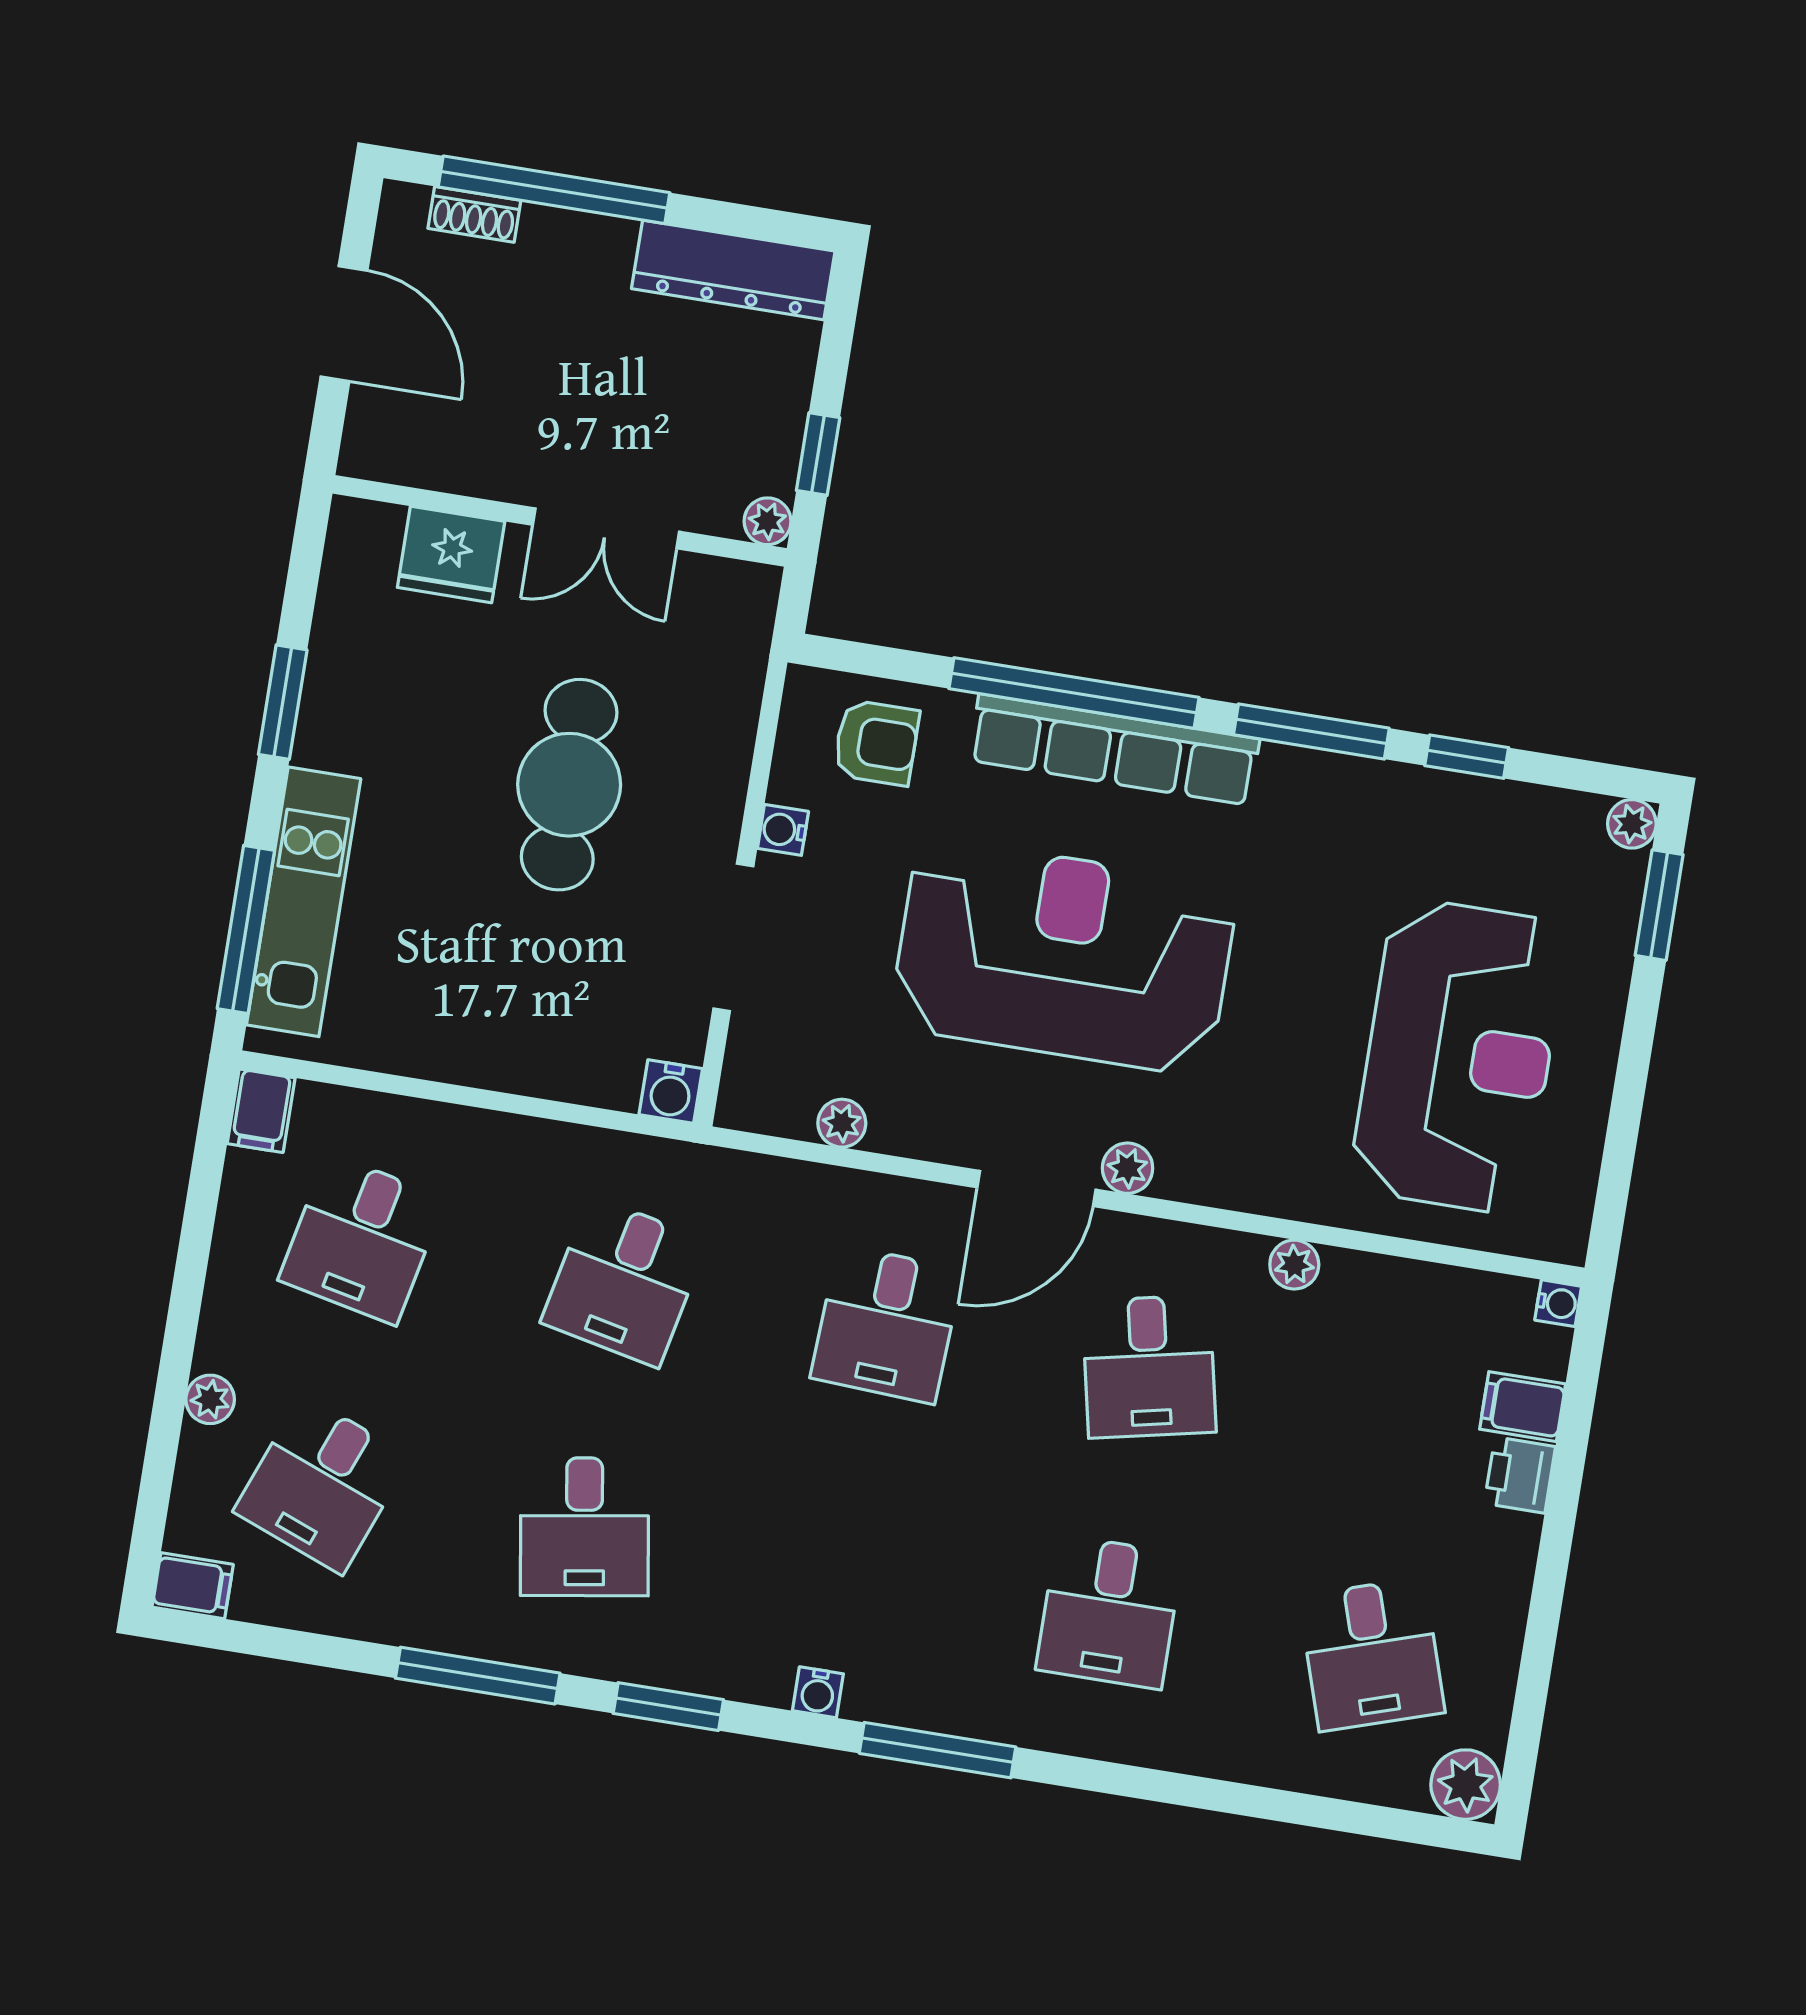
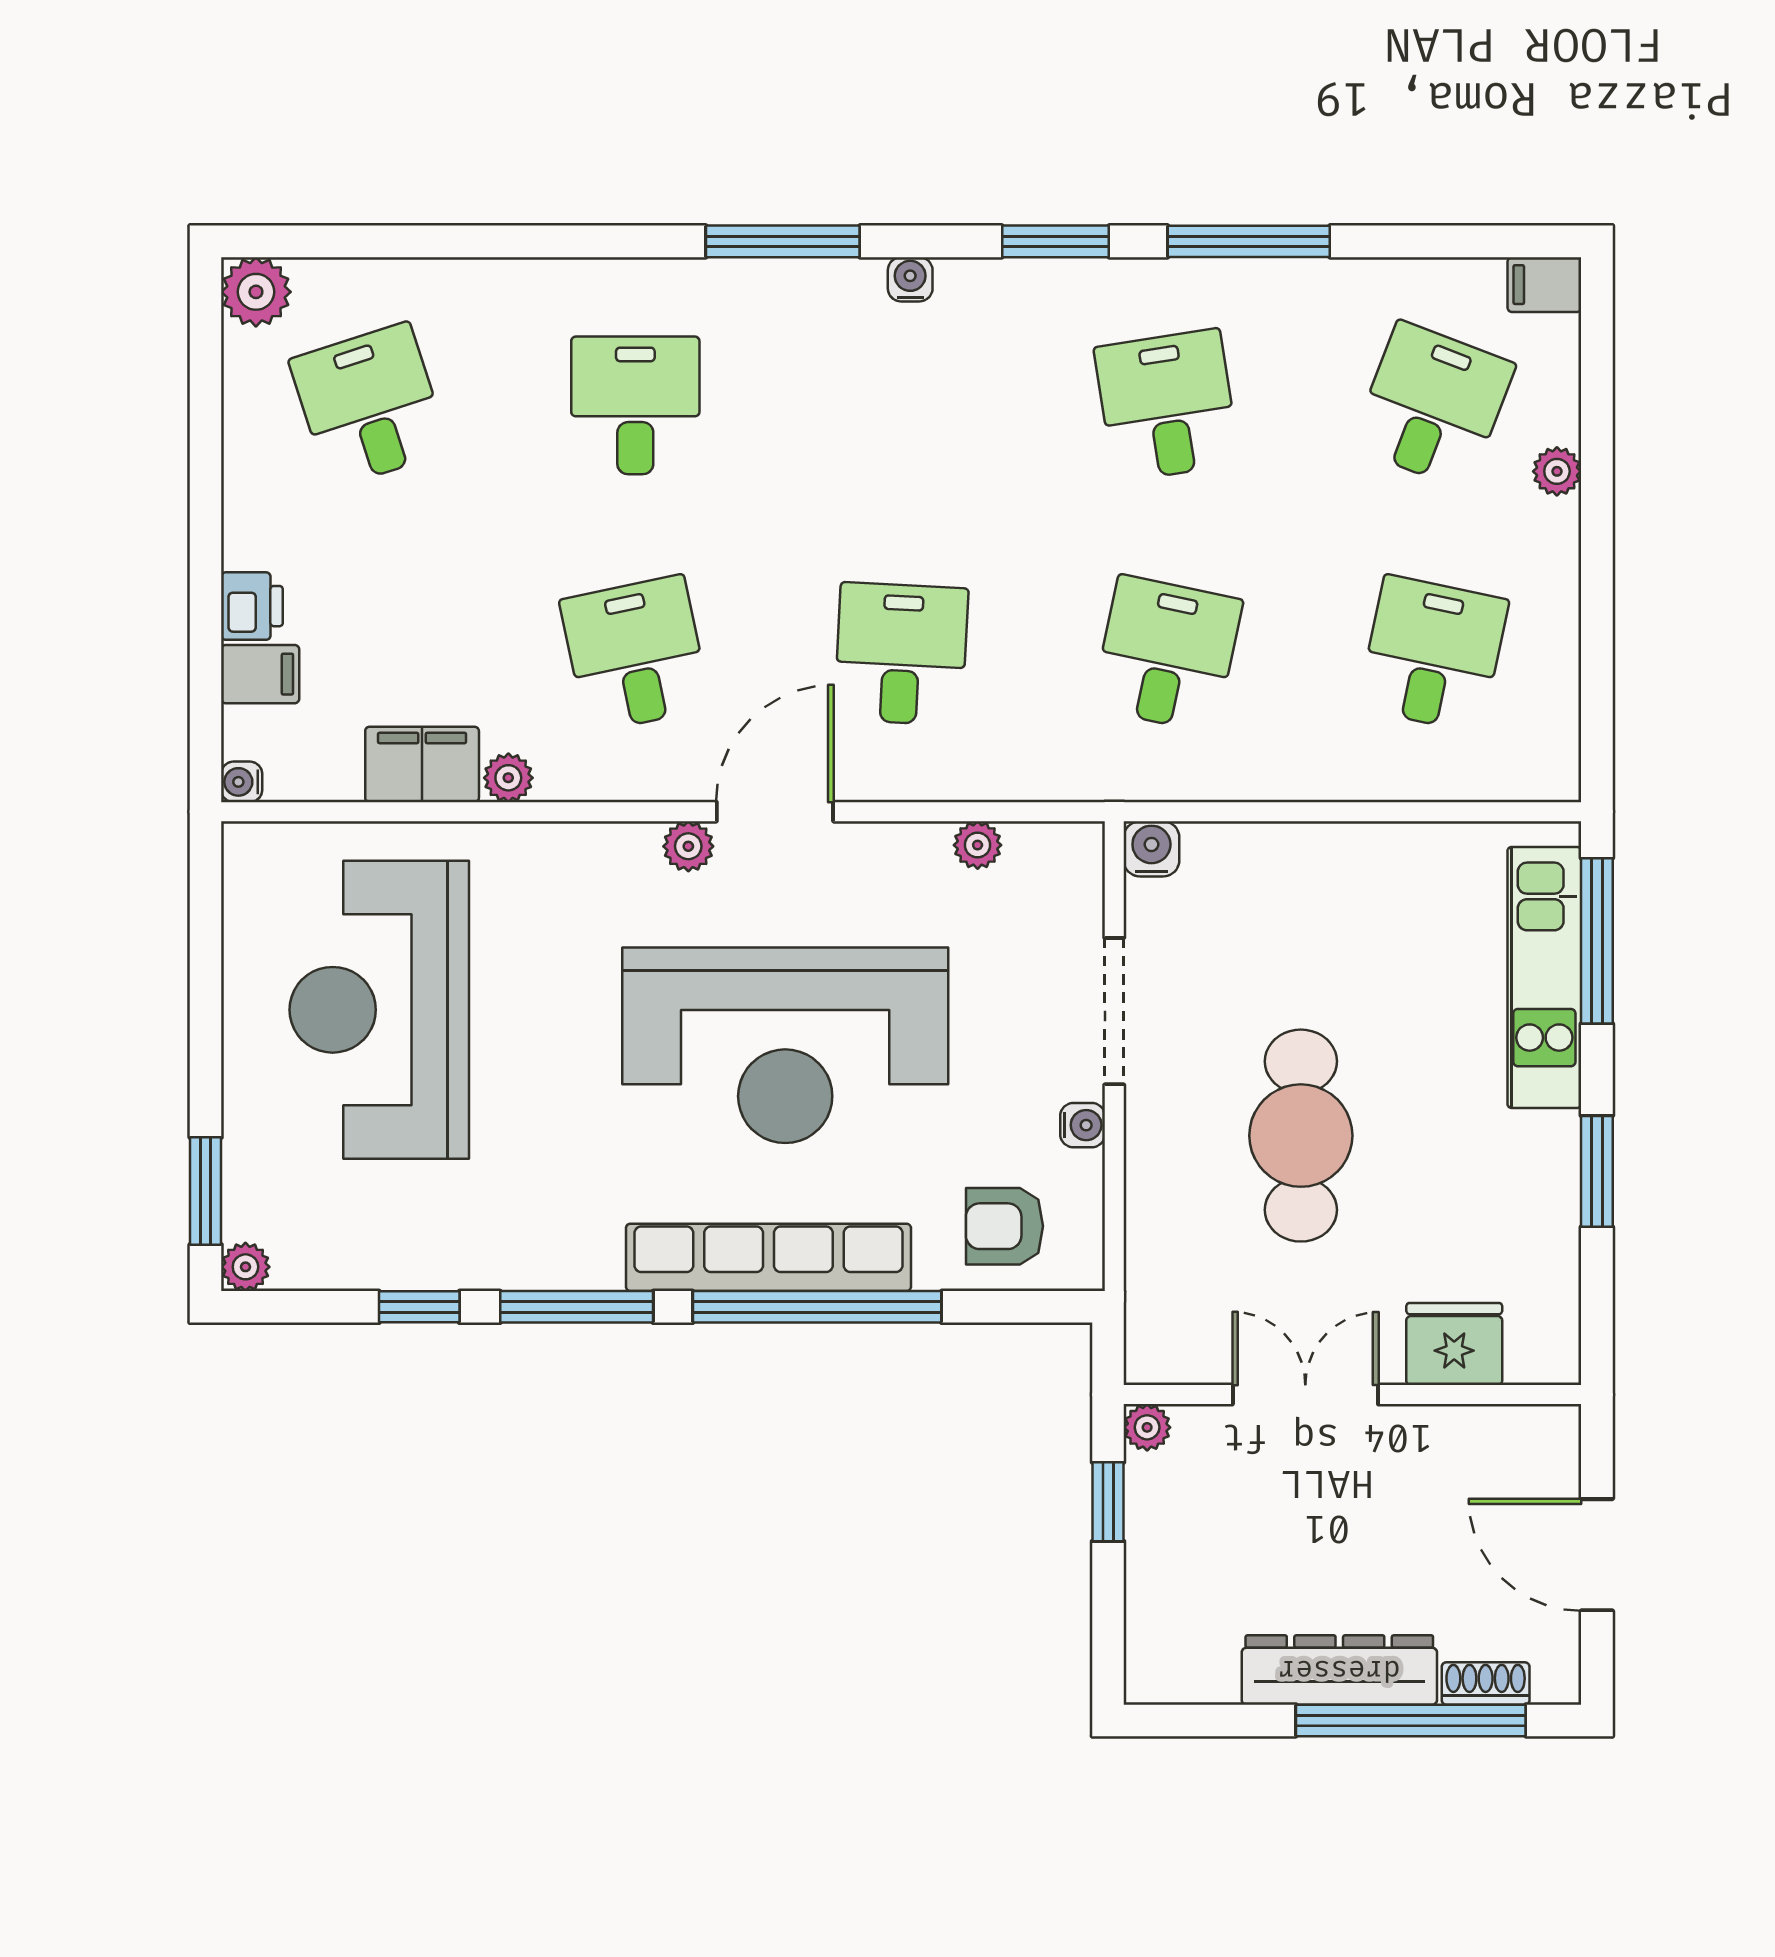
dresser: (733, 270) -> (1339, 1670), moved
filing cabinet: (261, 1111) -> (422, 764), moved, width x2.00

